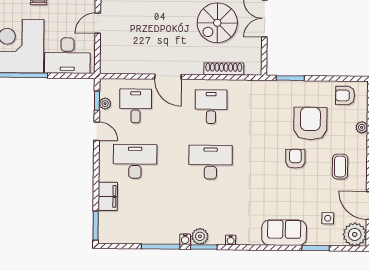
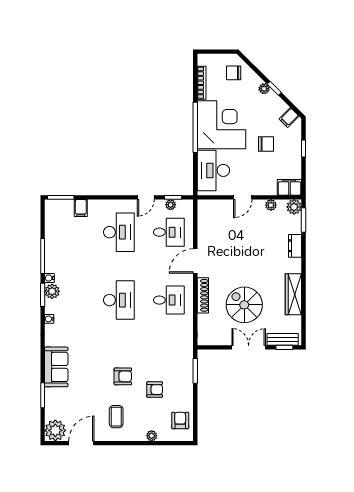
door: (98, 23) -> (243, 197), swing flipped
shoe rack: (224, 69) -> (203, 295), moved
armchair: (310, 123) -> (155, 390), width x0.53, depth x0.53
coffee table: (340, 167) -> (116, 417), turned 90
filing cabinet: (108, 196) -> (81, 208), width x0.50
side table: (328, 218) -> (70, 406), removed

